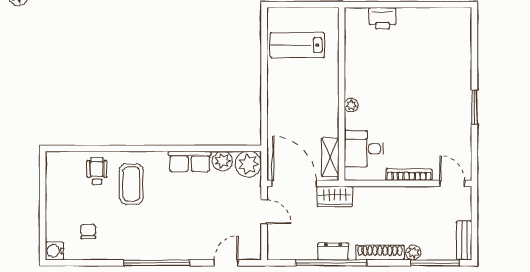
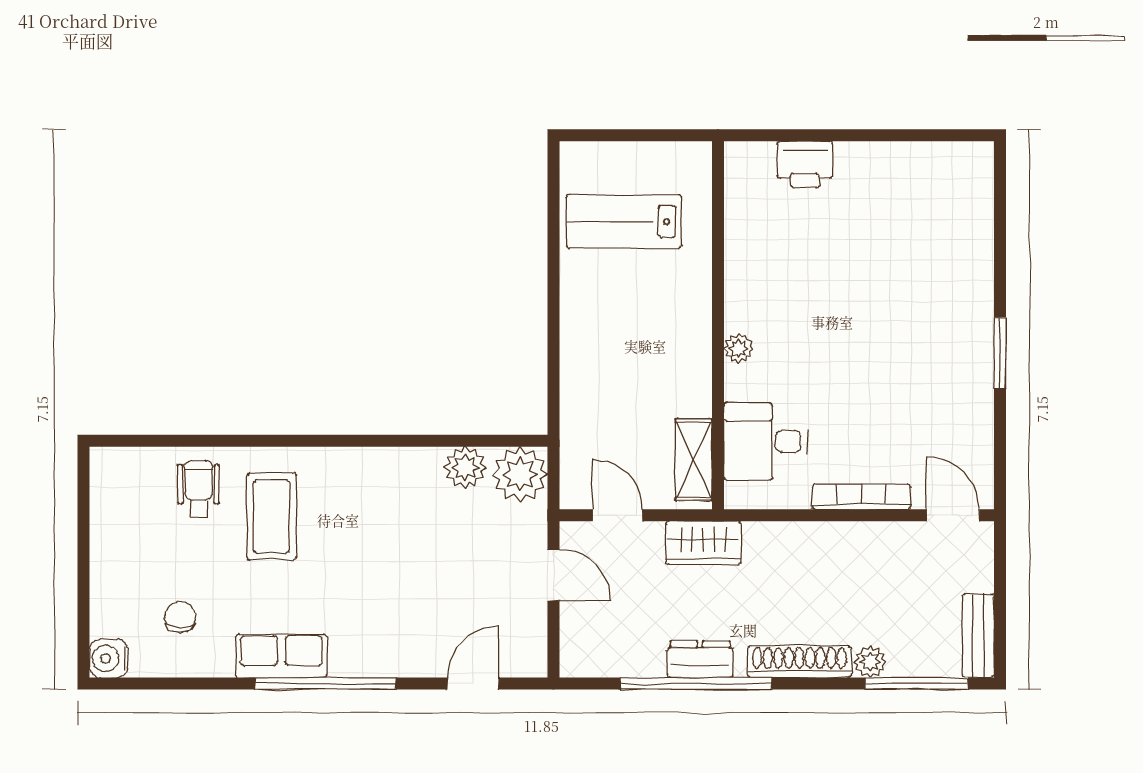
row of seats: (190, 161) -> (281, 656), moved, turned 180
door: (294, 183) -> (618, 515), width x0.53

